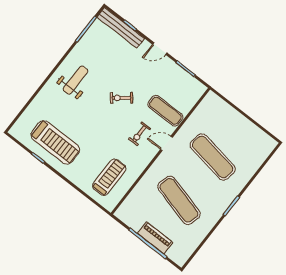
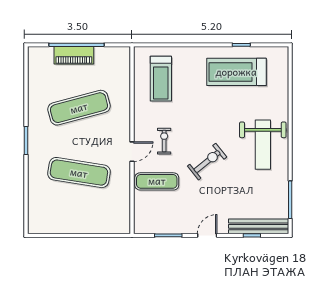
weight bench: (75, 80) -> (263, 145), width x1.36, depth x1.33
exercise bike: (121, 98) -> (207, 162), width x1.38, depth x1.39
exercise mat: (179, 200) -> (79, 108), turned -30

